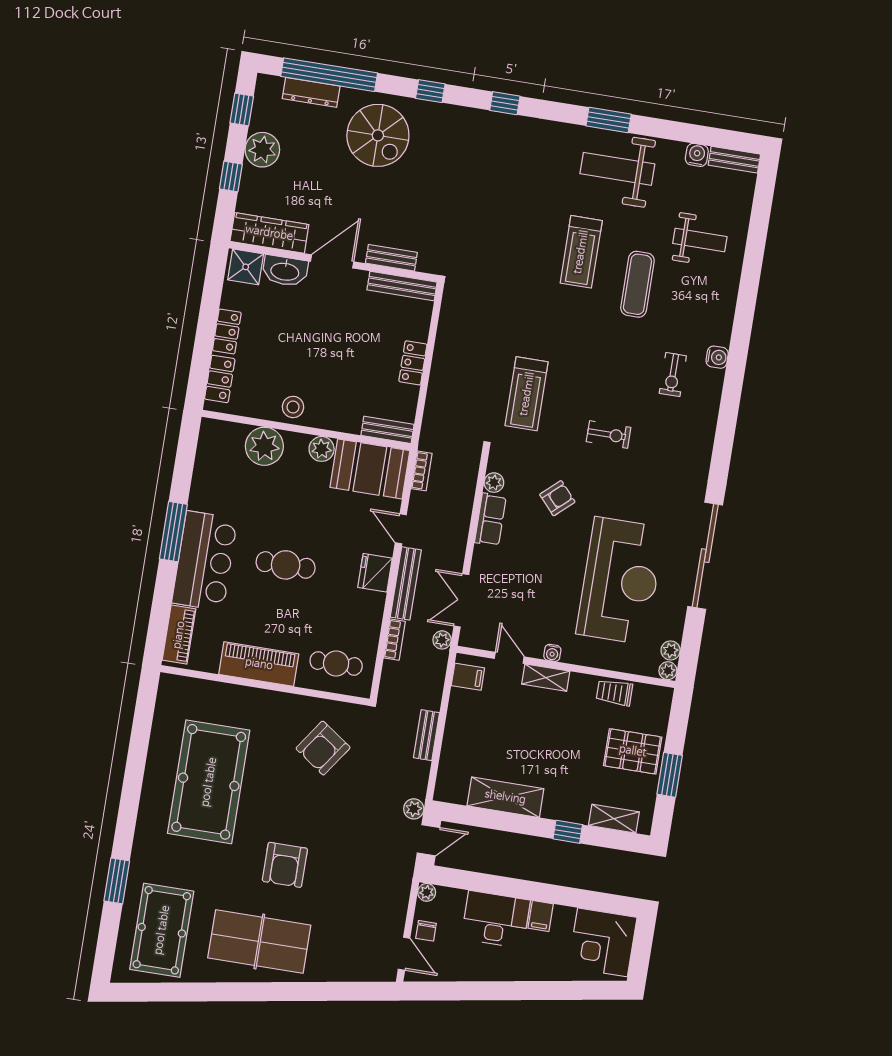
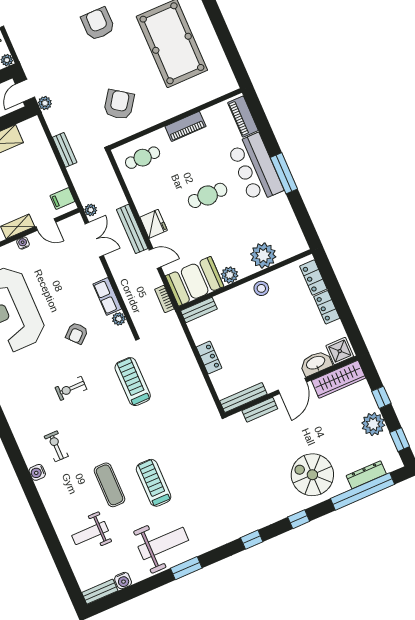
bookcase: (394, 640) -> (118, 193), removed
piano: (259, 664) -> (185, 126), width x0.73, depth x0.75

